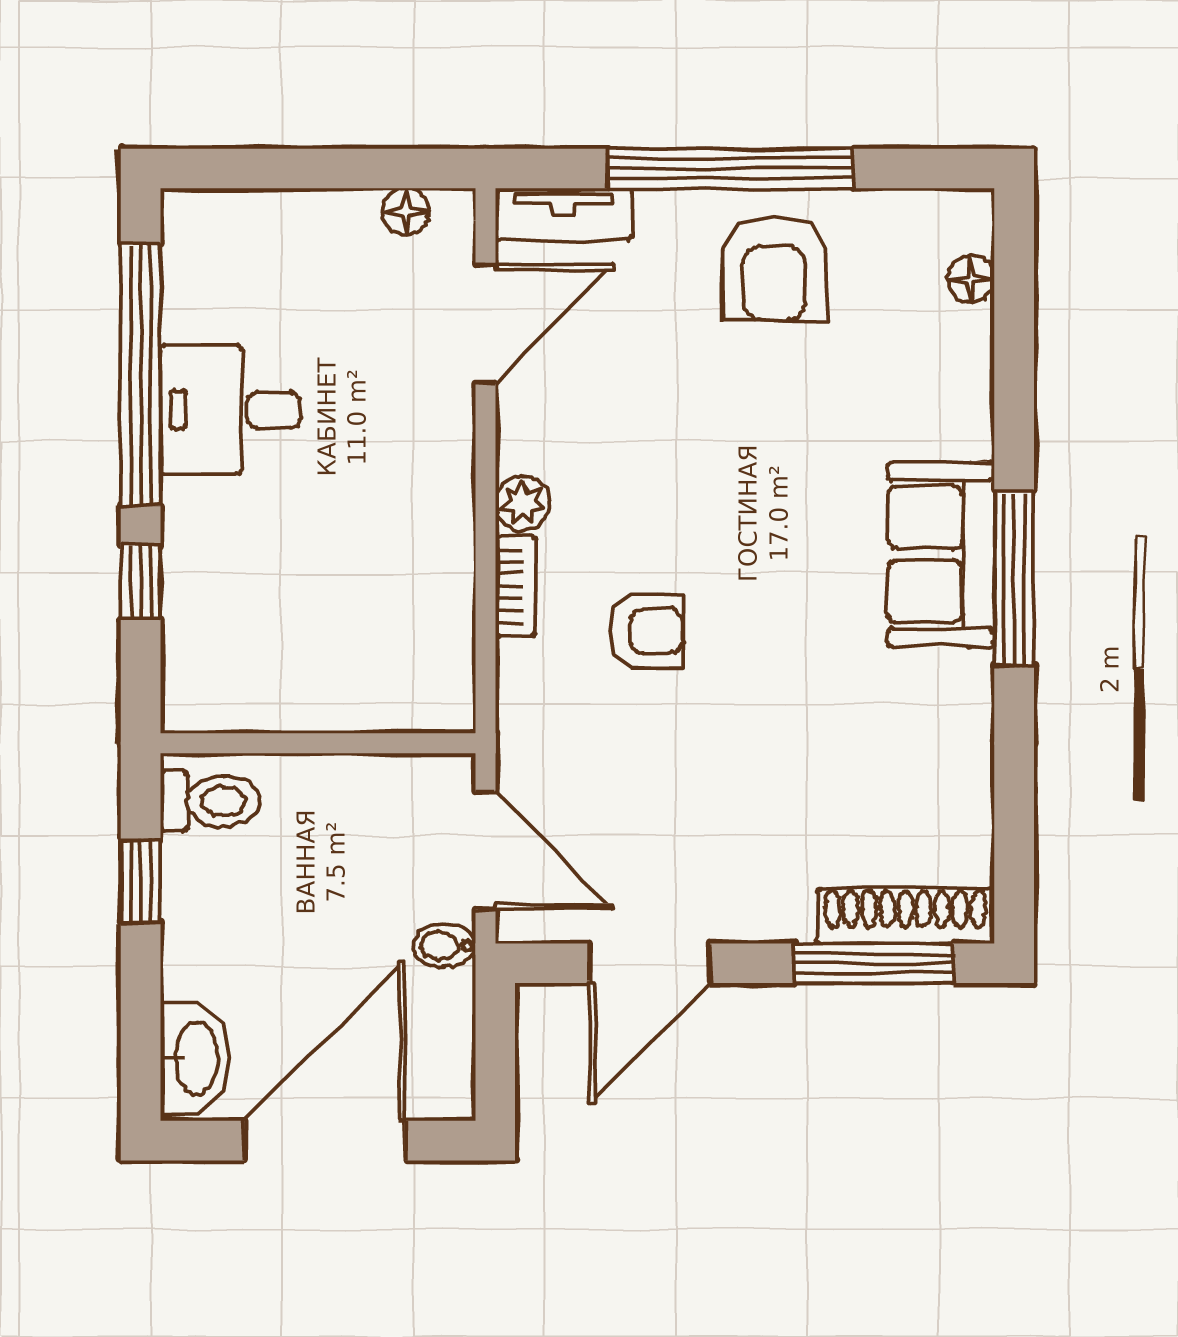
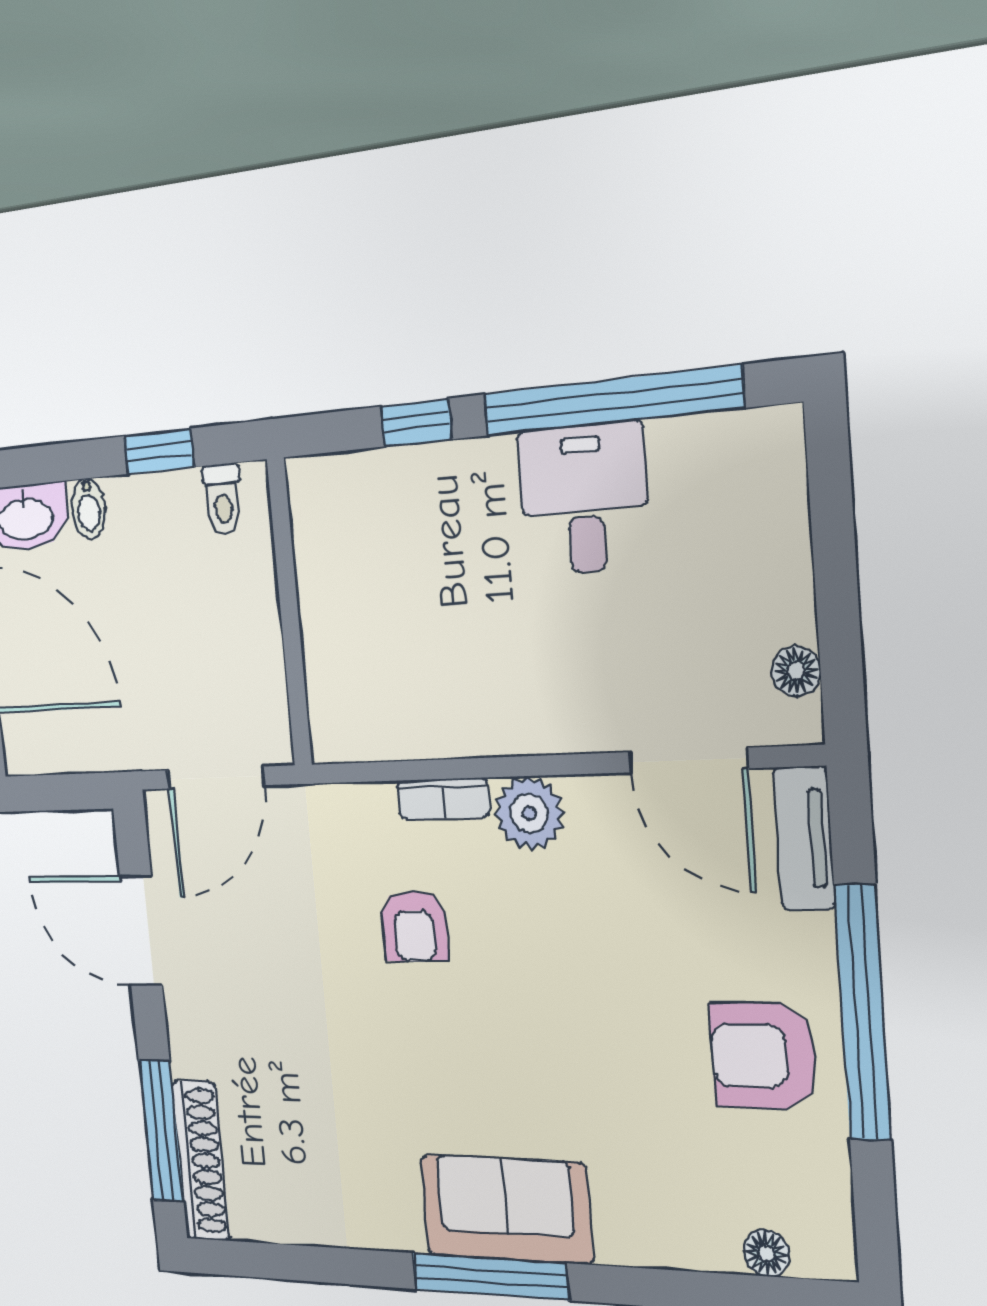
plant: (522, 503) -> (529, 813), width x1.38, depth x1.38
toilet: (210, 801) -> (223, 499), width x0.73, depth x0.72
bidet: (444, 945) -> (88, 508), moved, turned 180

